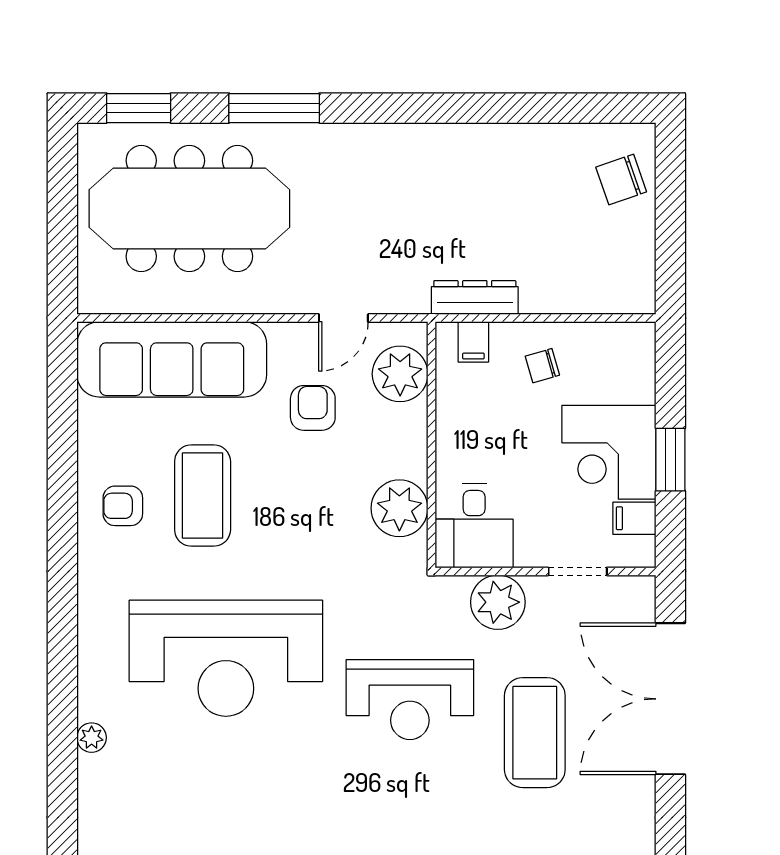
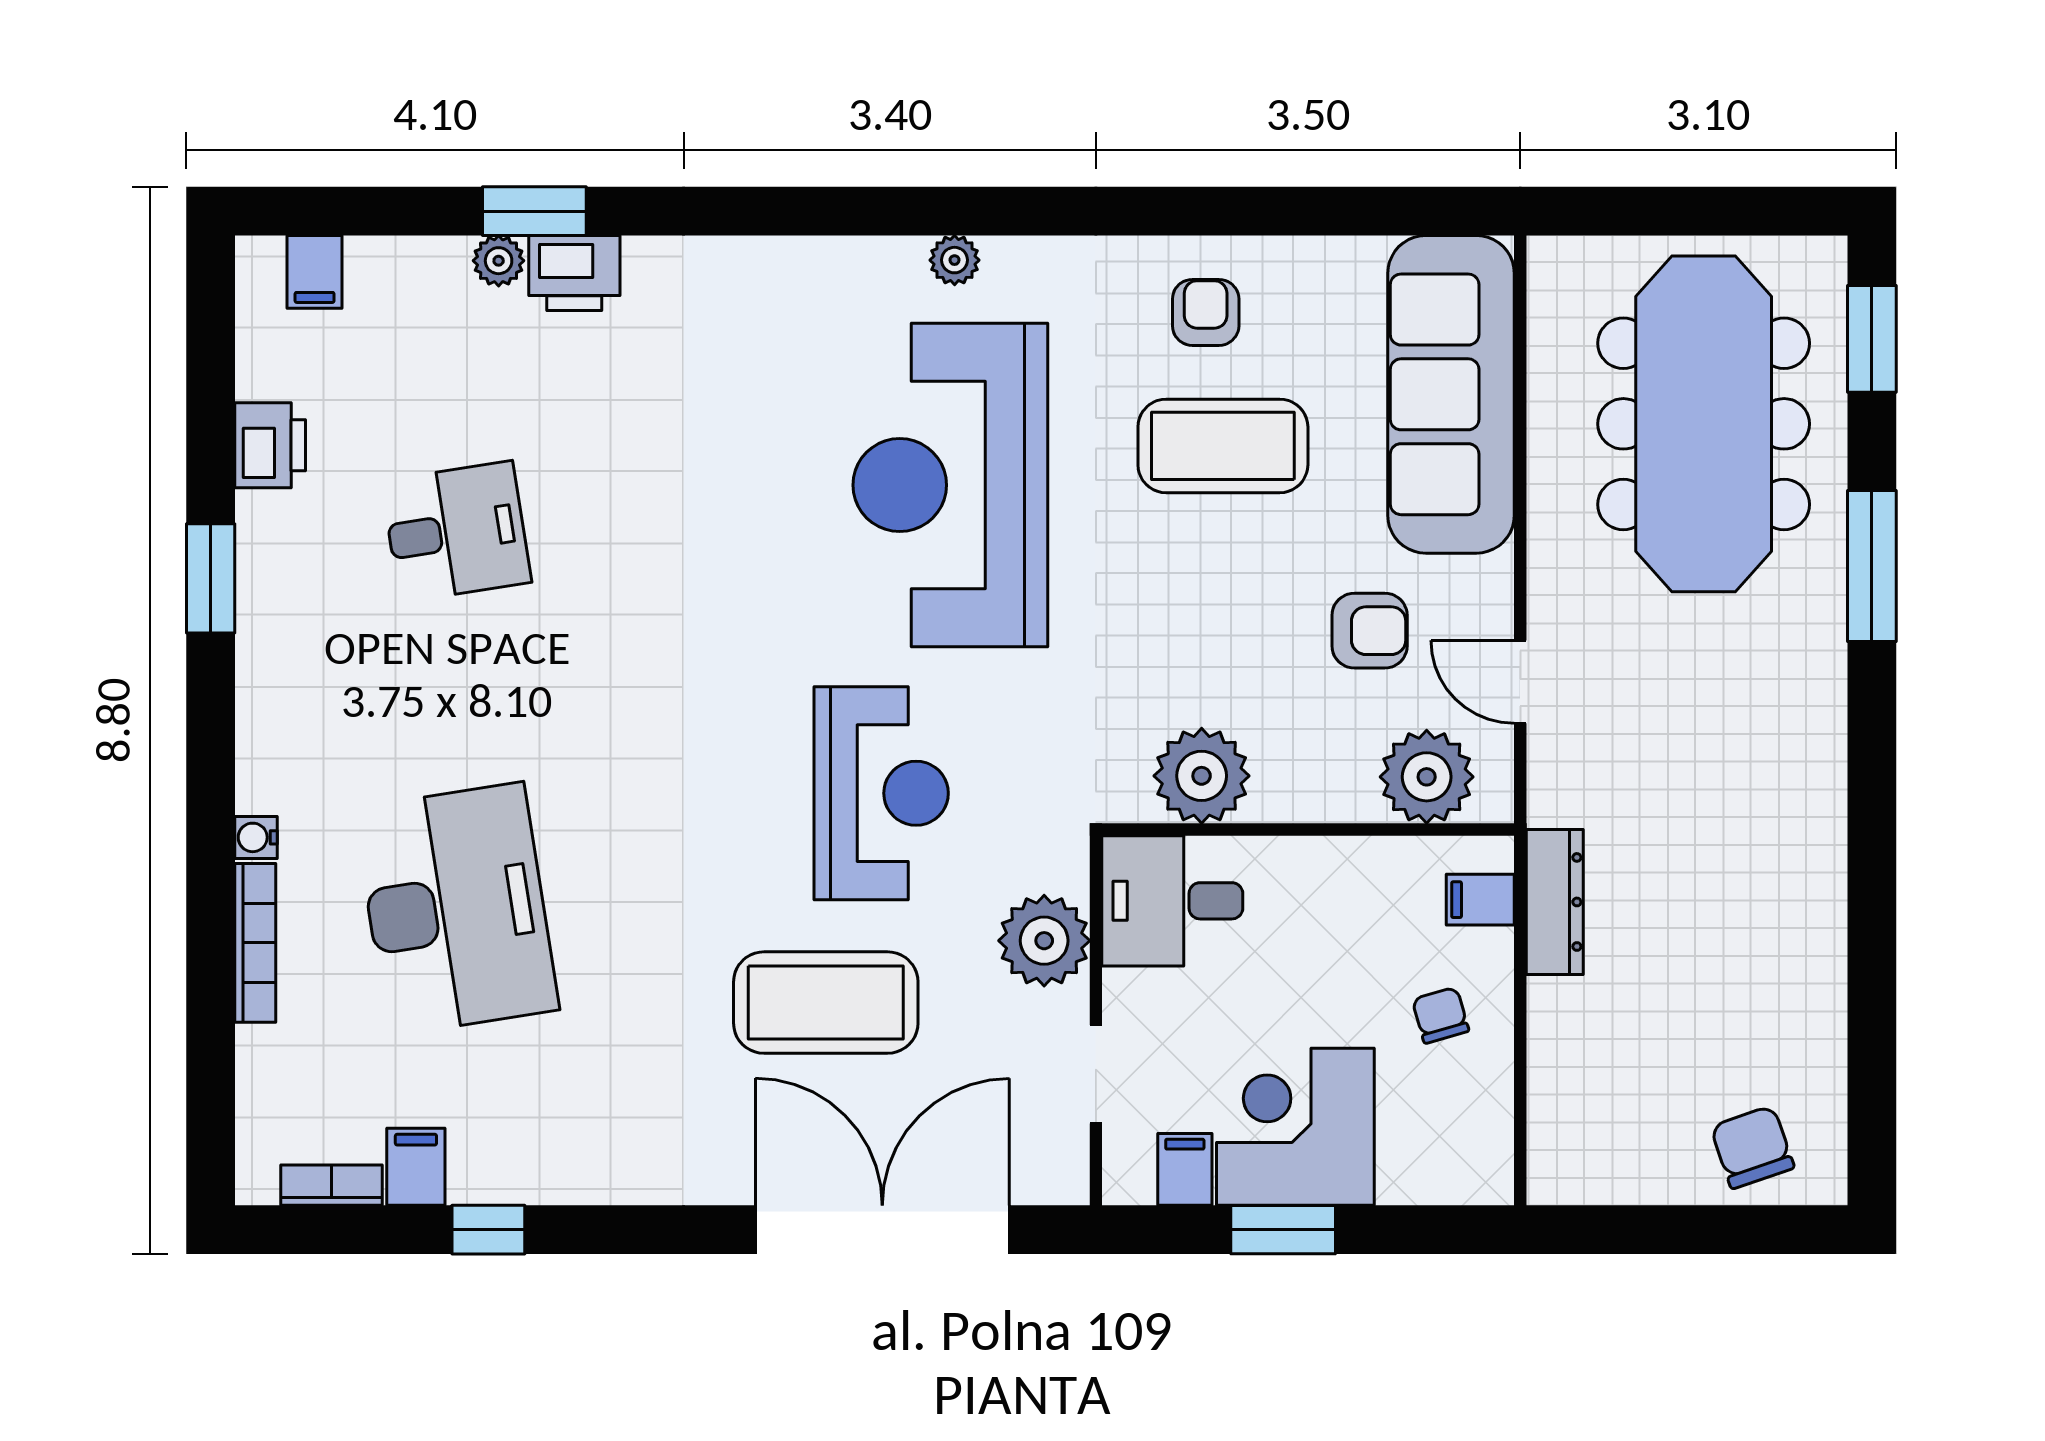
reception desk: (410, 700) -> (881, 793), turned 180
plant: (92, 738) -> (955, 260), moved

